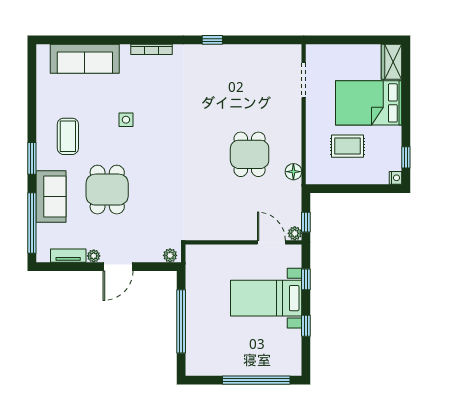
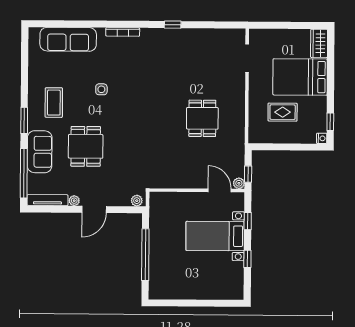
floor lamp: (293, 172) -> (238, 133), removed
tv unit: (68, 256) -> (47, 200), width x1.41
window: (256, 380) -> (207, 303), removed

